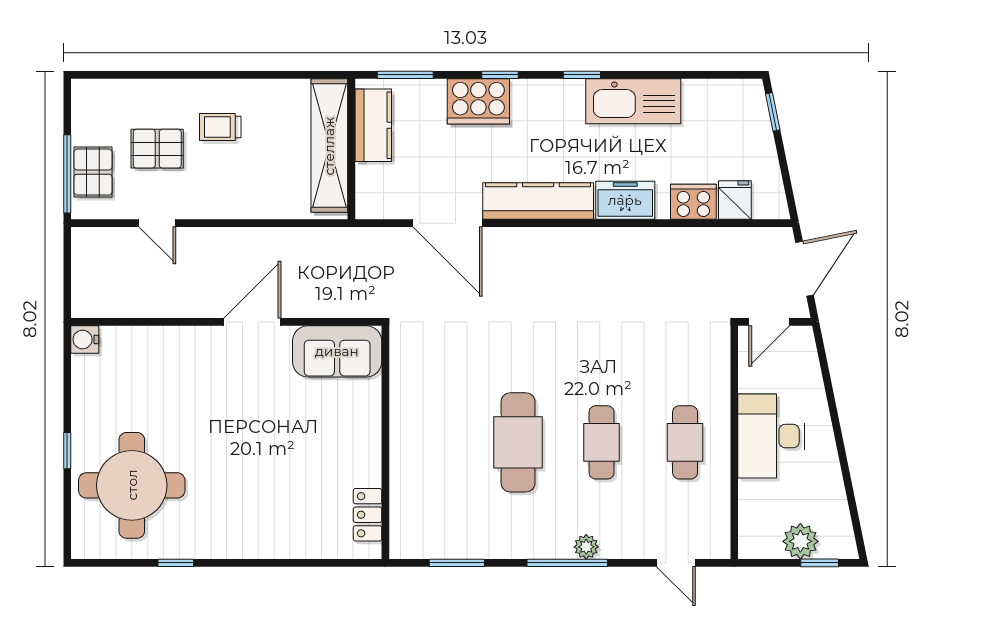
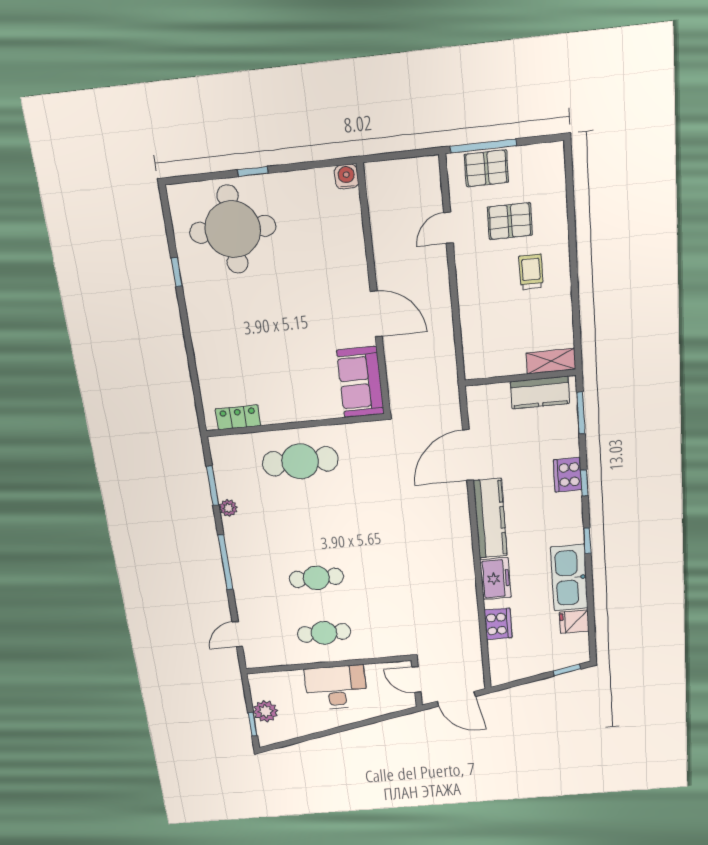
cooker: (478, 101) -> (568, 475), width x0.73, depth x0.76
shelving: (329, 146) -> (551, 361), width x0.45, depth x0.75
pallet: (157, 149) -> (510, 221), turned 90
fridge: (735, 200) -> (574, 622), moved, turned 180
cafe table: (518, 442) -> (300, 461), moved
plant: (586, 547) -> (228, 508), moved

